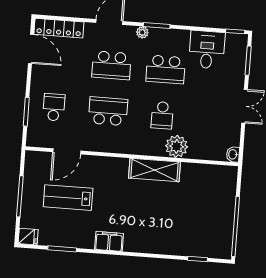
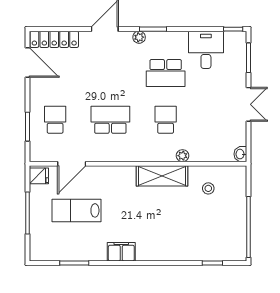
school desk: (111, 65) -> (110, 73), removed
school desk: (162, 115) -> (166, 120), turned 180
plant: (177, 146) -> (183, 156), width x0.53, depth x0.53
stool: (199, 186) -> (208, 188), added
fridge: (28, 237) -> (39, 176), moved

